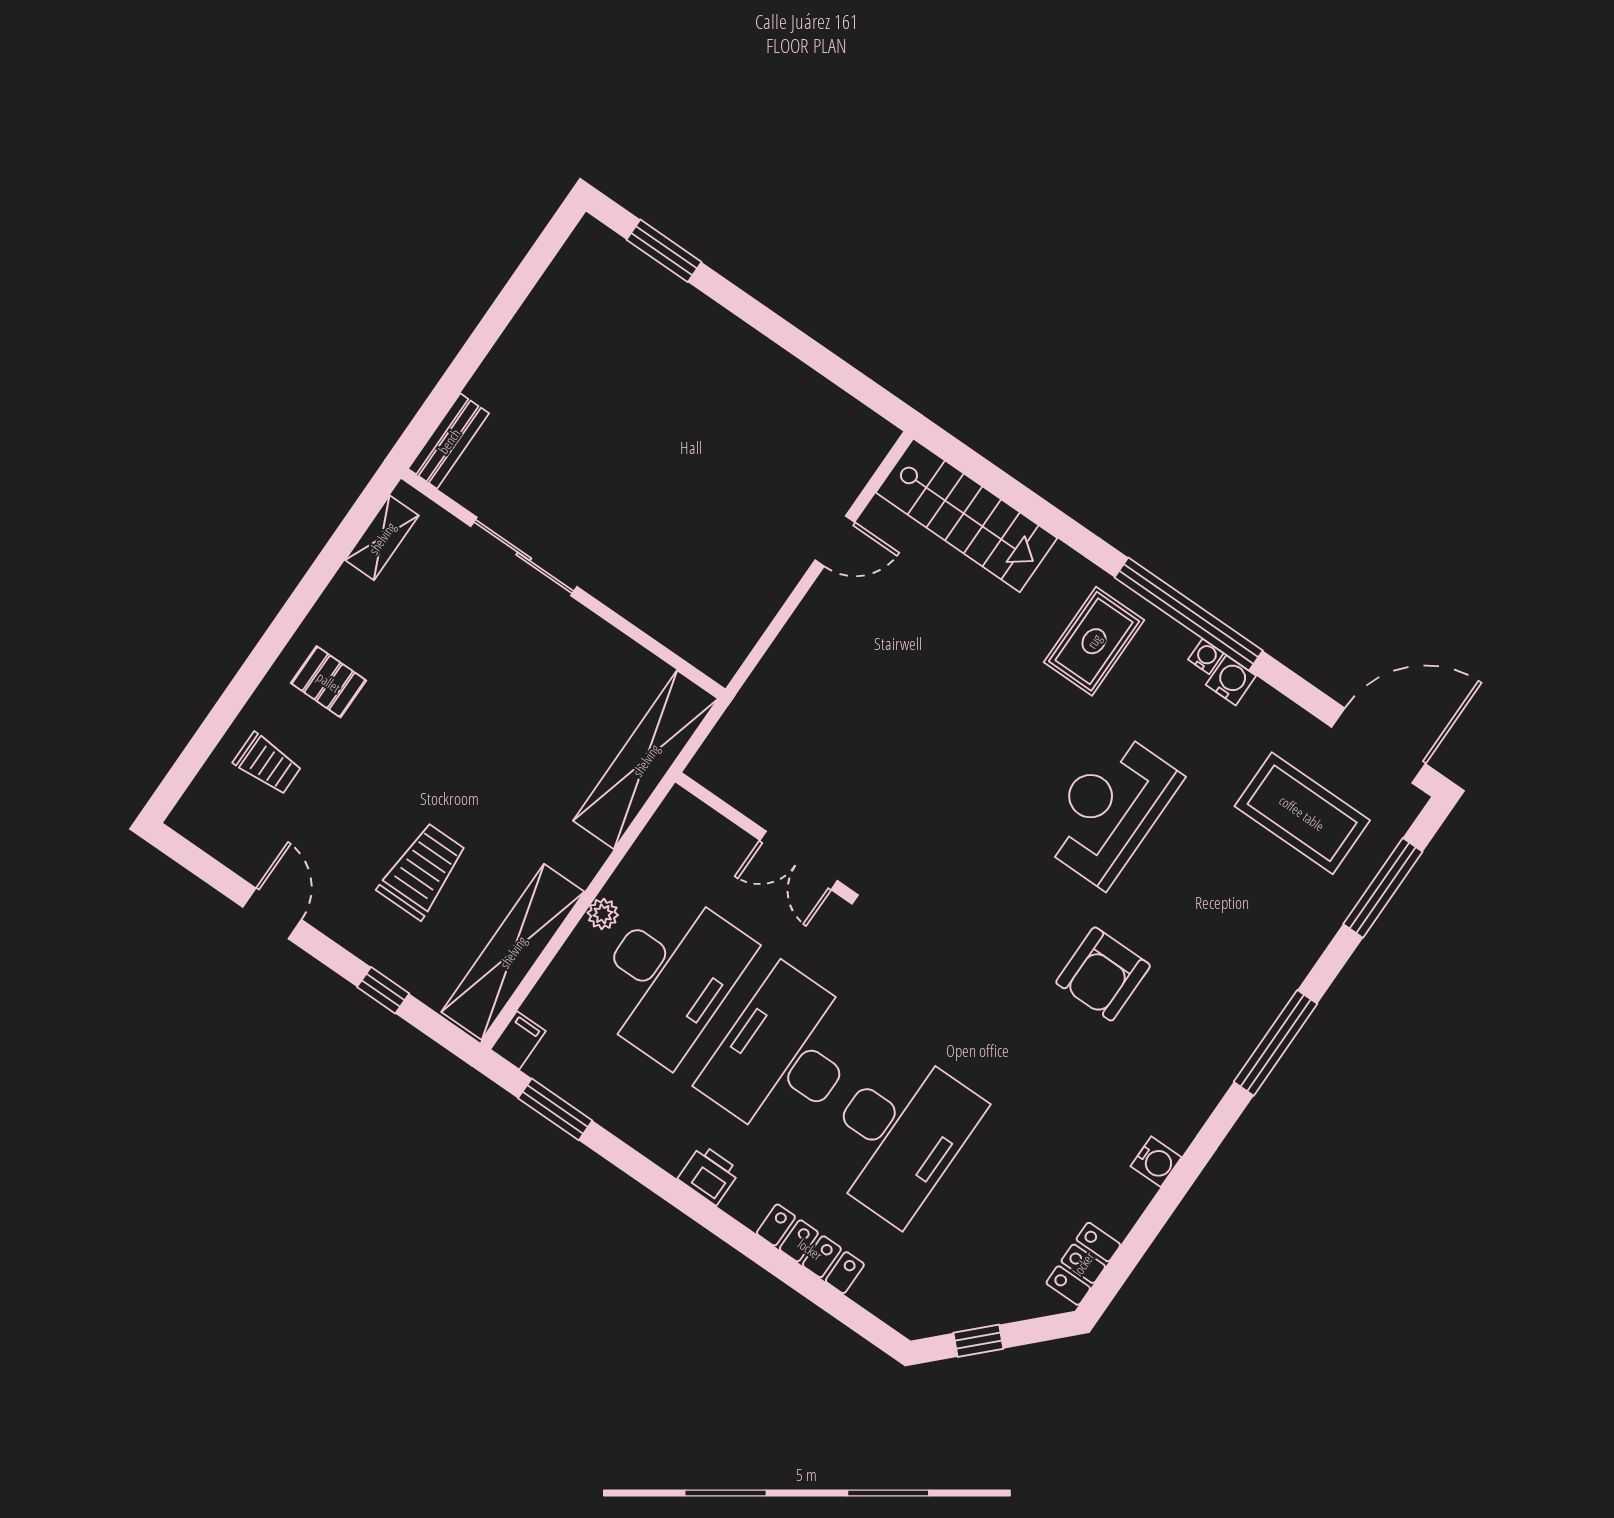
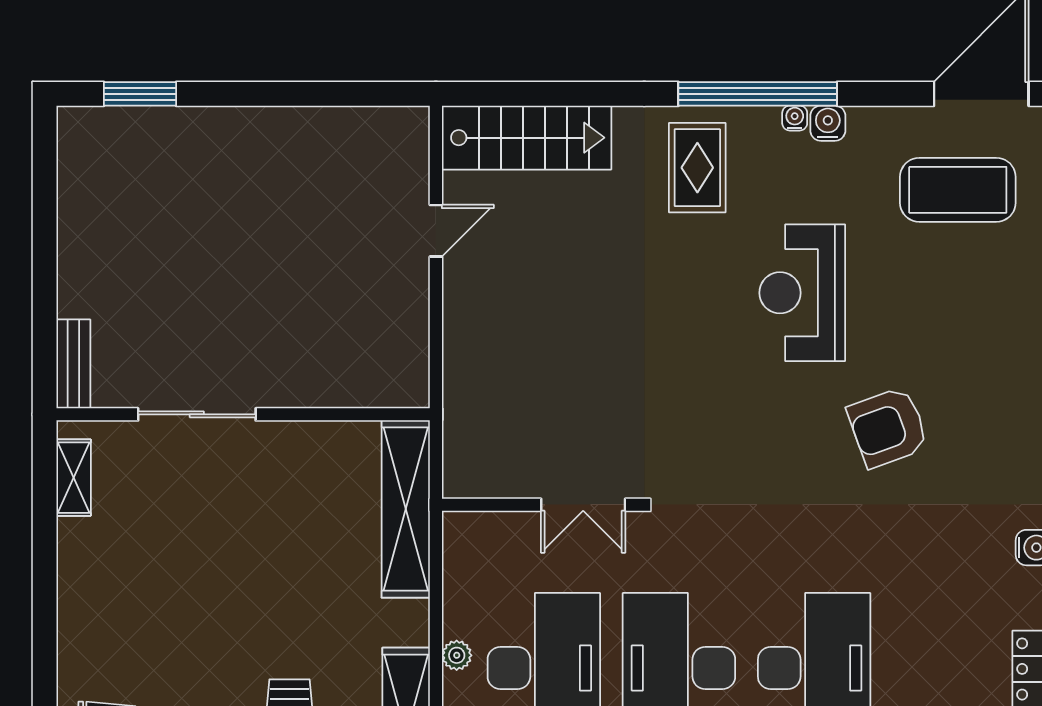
pallet: (329, 682) -> (111, 622), removed
armchair: (1103, 974) -> (888, 427), turned 70

